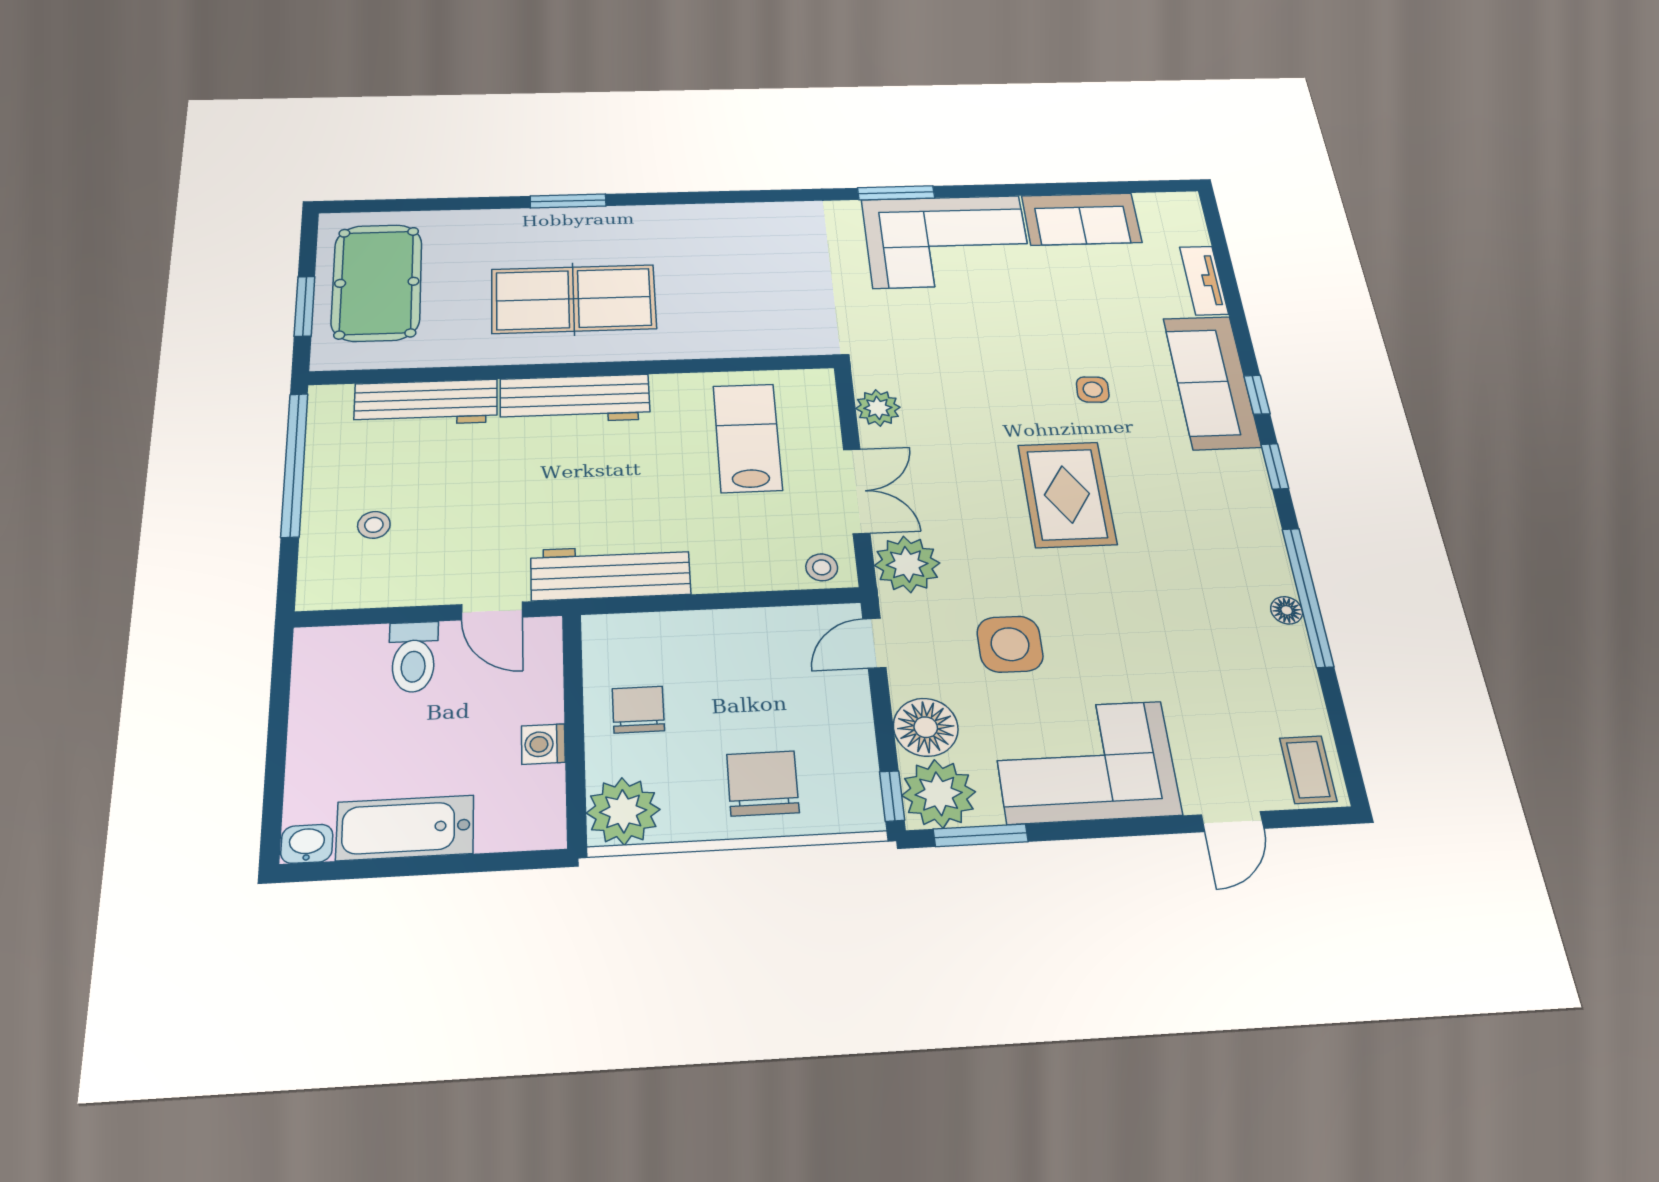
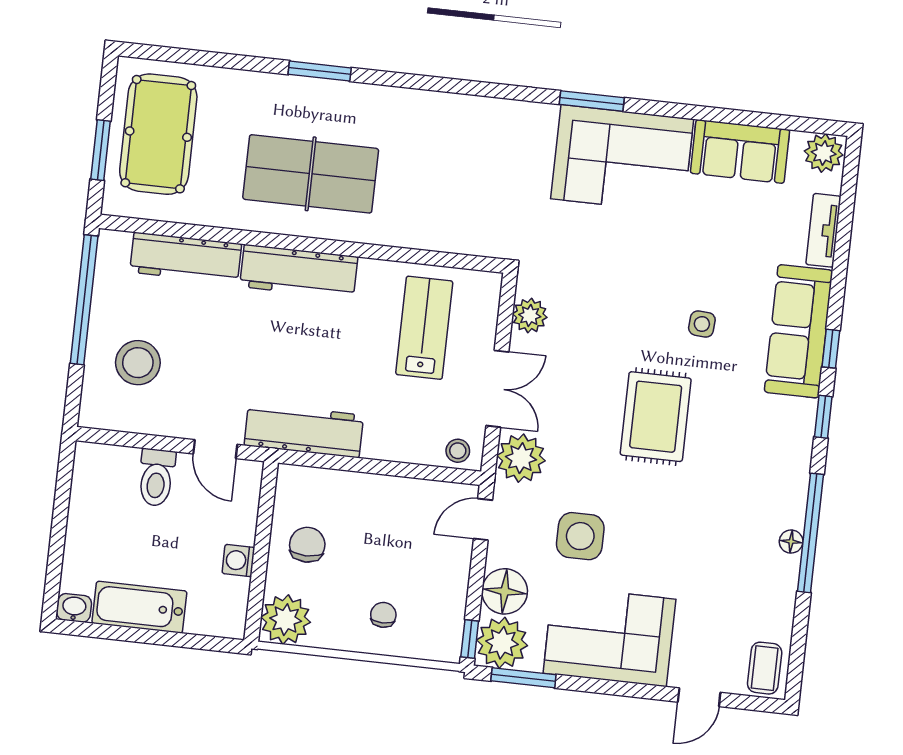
plant: (1177, 210) -> (824, 153), added
stool: (374, 525) -> (138, 363), width x1.89, depth x1.89
chair: (763, 783) -> (383, 615), width x0.54, depth x0.54

